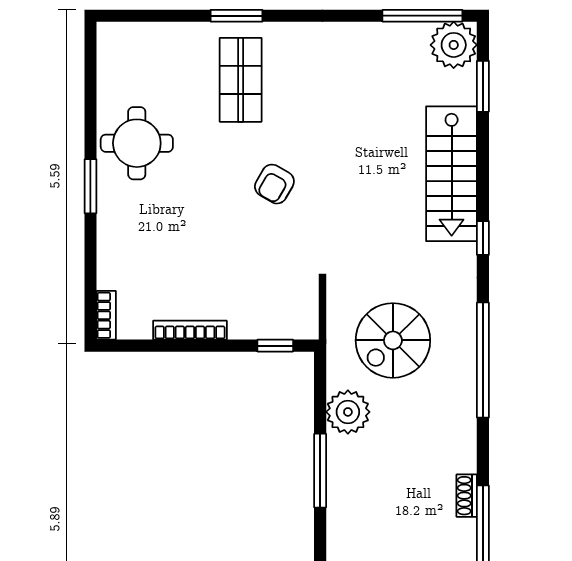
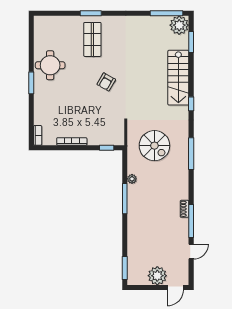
spiral stairs: (393, 340) -> (154, 146), turned -90
window: (483, 360) -> (191, 154), width x0.68
plant: (348, 412) -> (132, 179), width x0.53, depth x0.53

